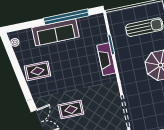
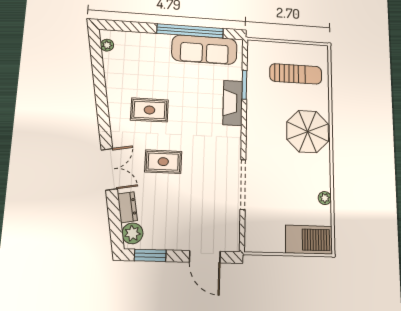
sofa: (56, 32) -> (204, 50), moved
rug: (38, 71) -> (149, 110), moved

